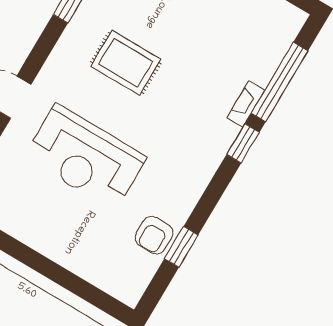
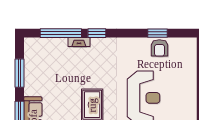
armchair: (154, 235) -> (159, 48), turned 90

